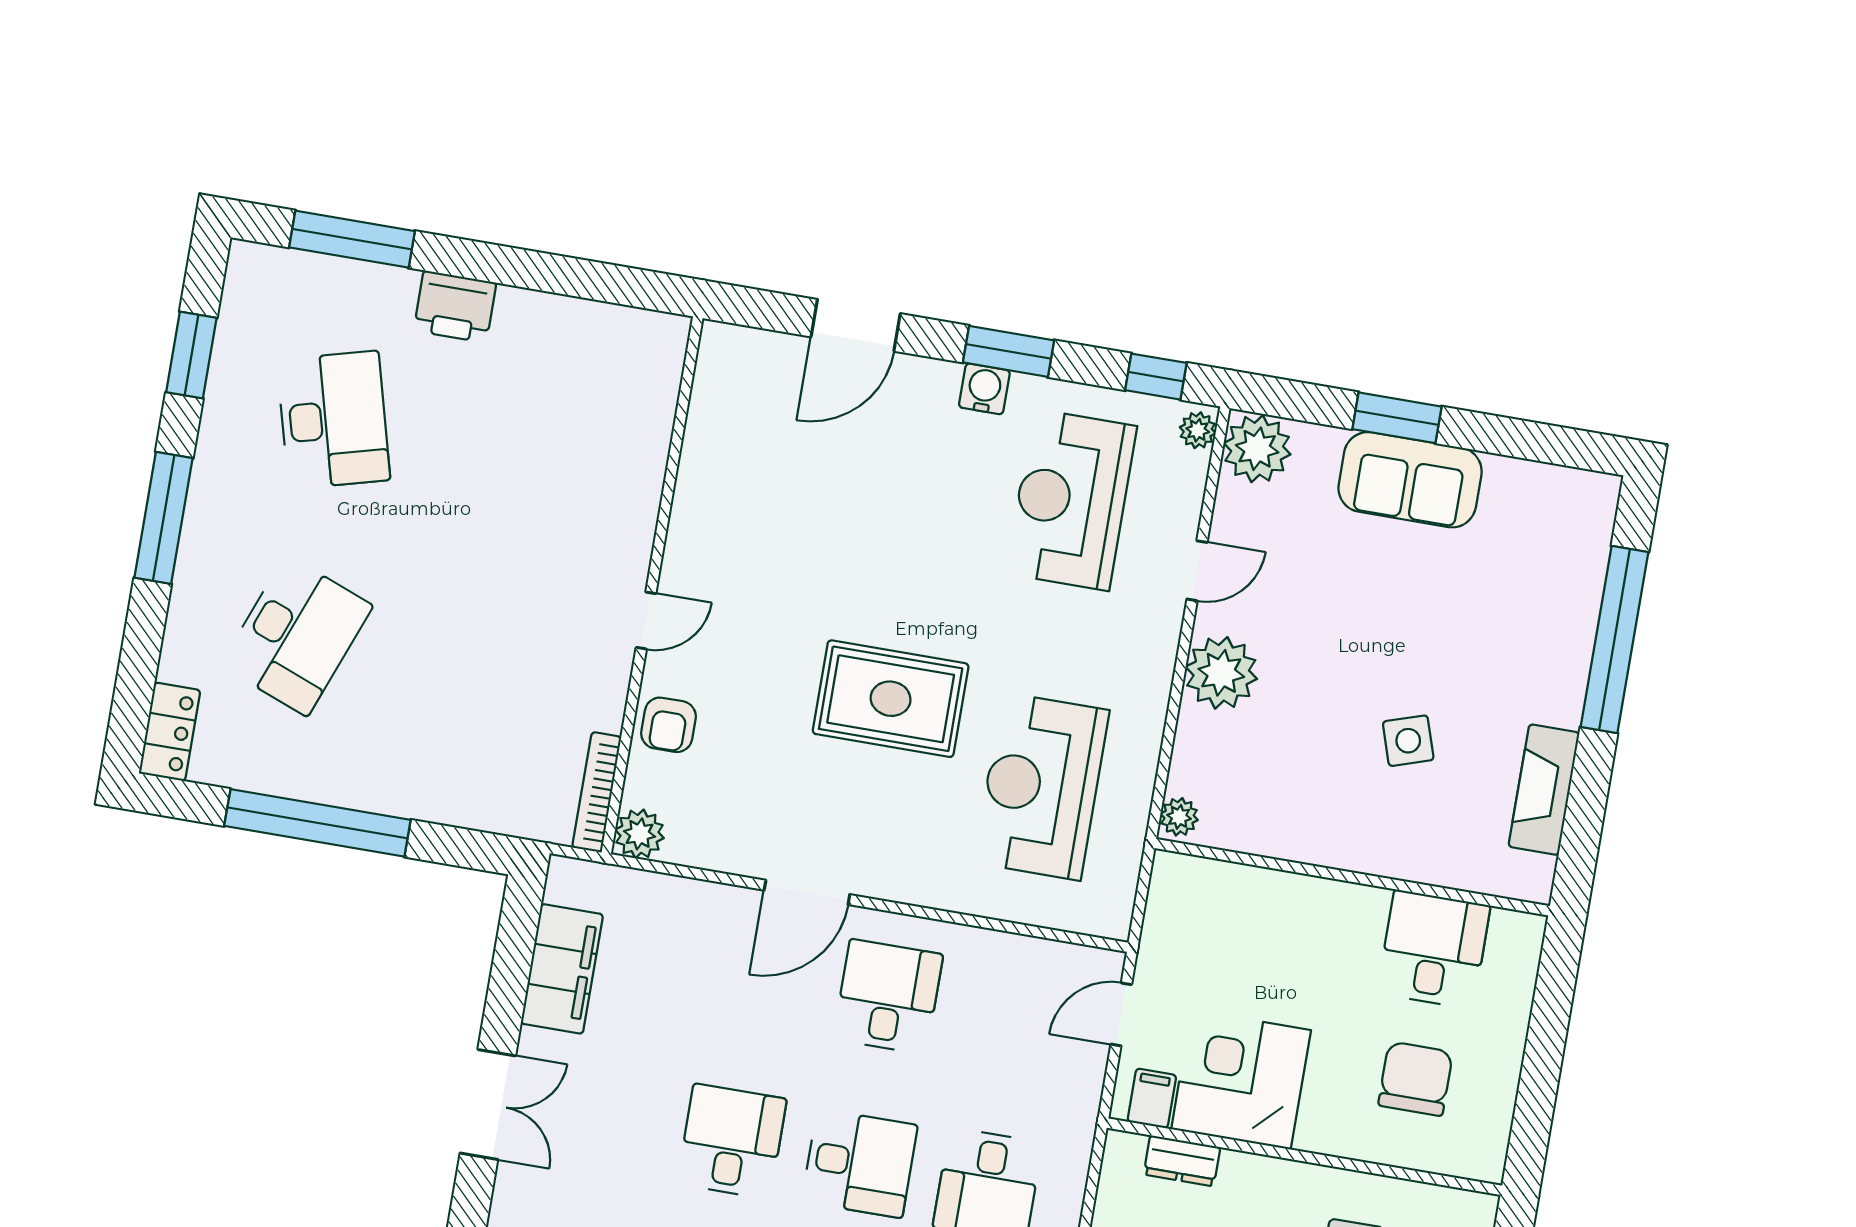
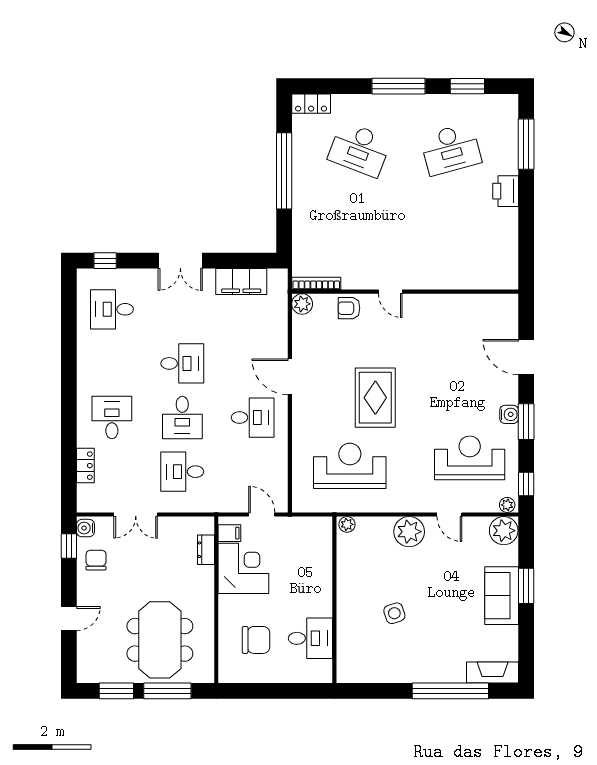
fireplace: (1544, 790) -> (493, 672), moved

